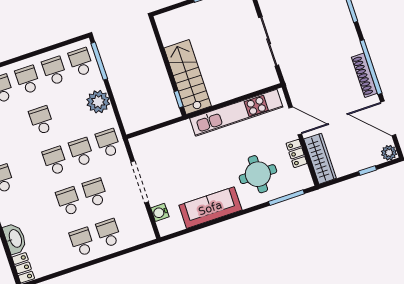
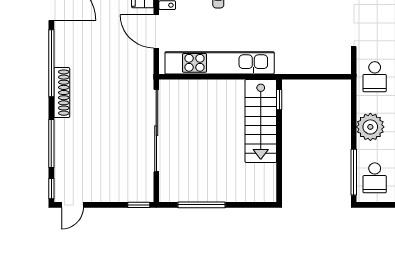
sliding door: (269, 41) -> (156, 131), width x1.36
shoe rack: (364, 75) -> (62, 93), moved

